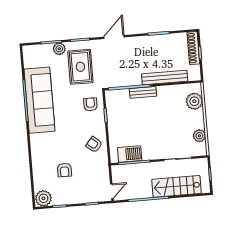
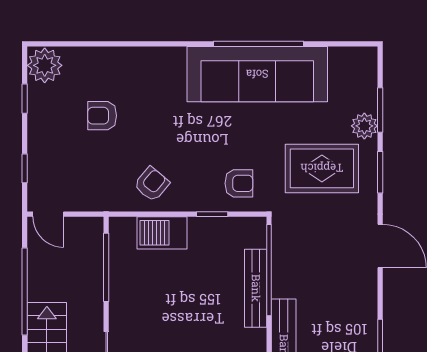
bench: (143, 92) -> (256, 288), width x1.36
barbecue: (130, 154) -> (162, 233), moved, turned 90

